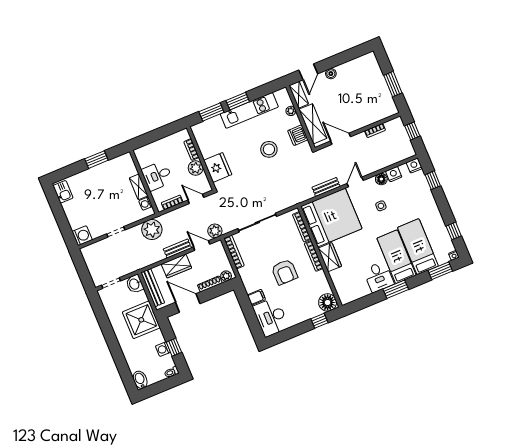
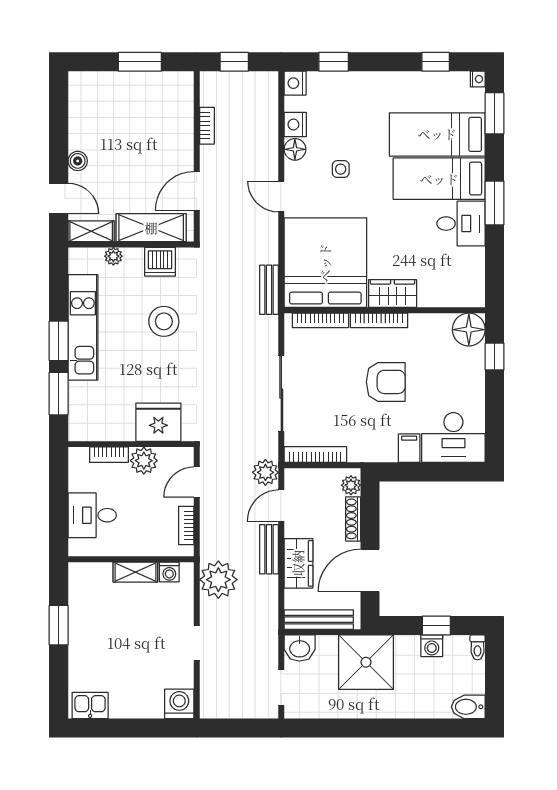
desk: (157, 176) -> (92, 515), moved, turned 90
bench: (326, 187) -> (269, 290), moved

